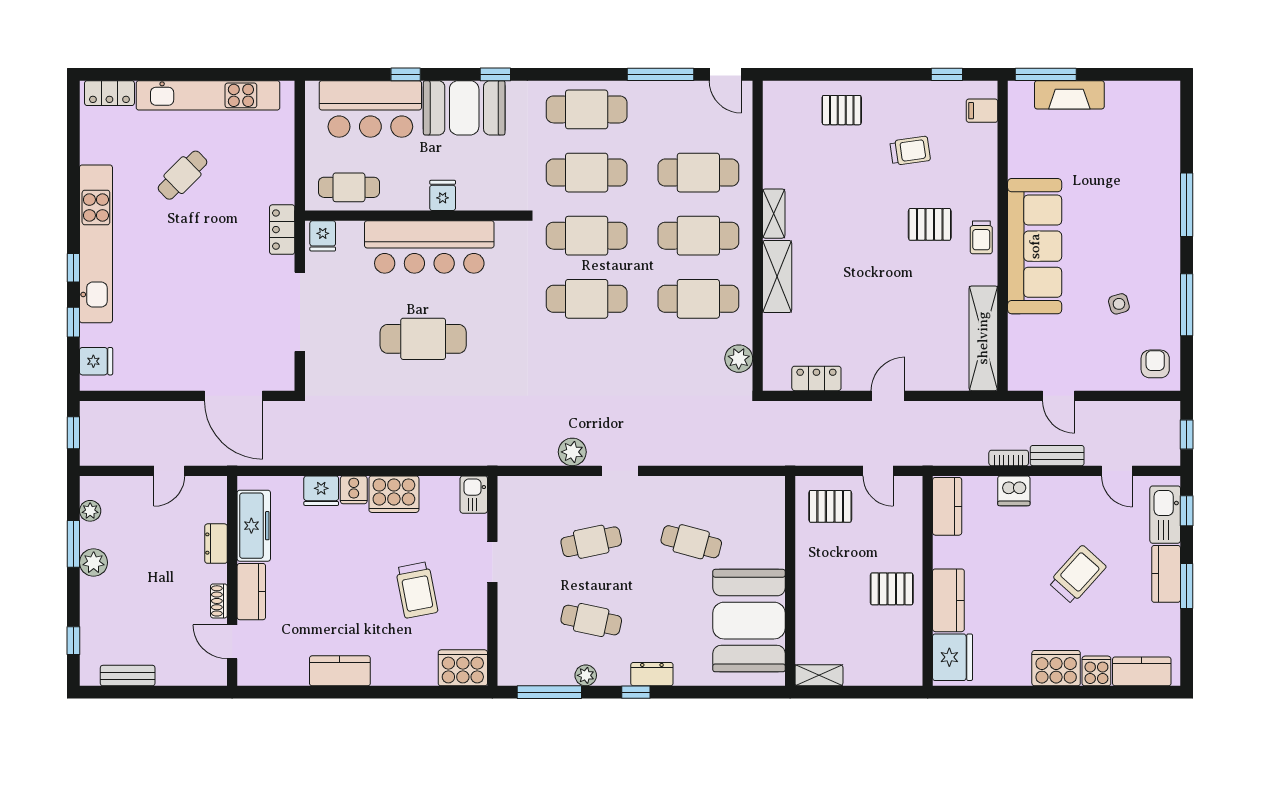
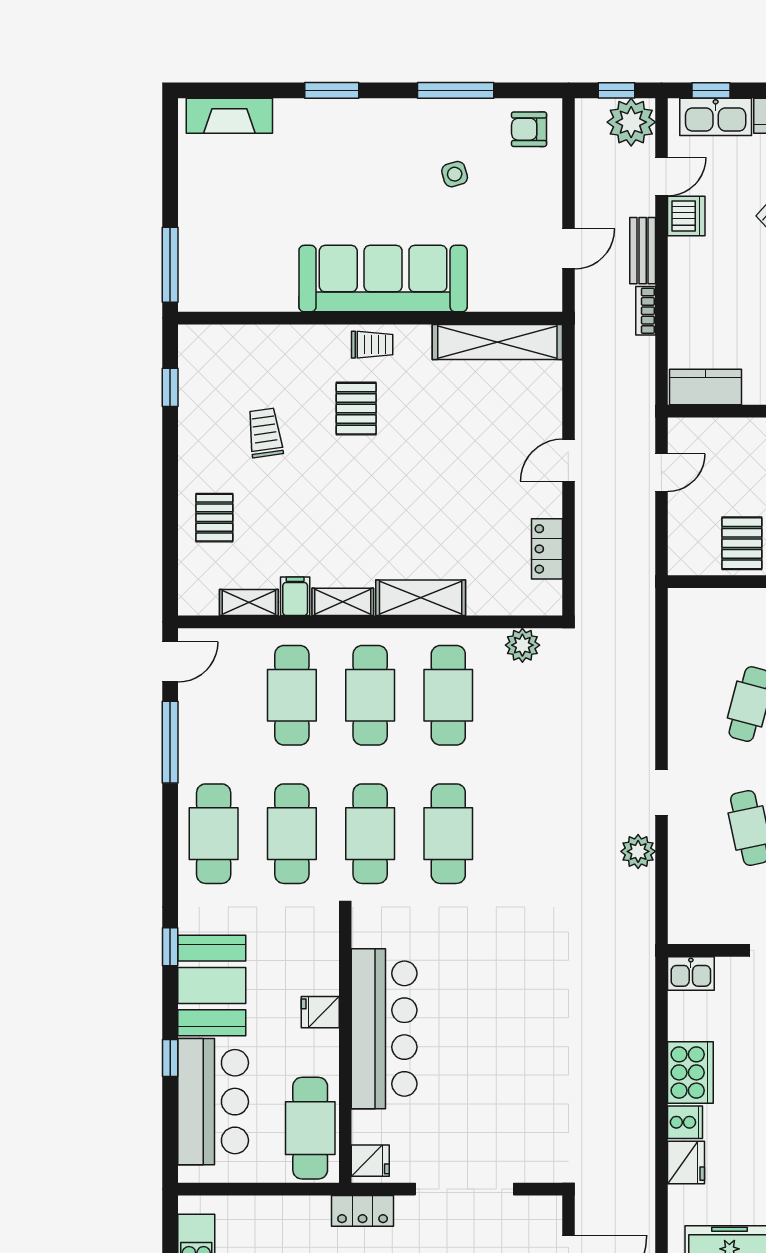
fireplace: (1069, 95) -> (229, 116), moved, turned 90
filing cabinet: (982, 111) -> (295, 596), moved, turned 180
shelving: (773, 138) -> (249, 603), added
cafe table: (349, 187) -> (310, 1128), width x1.37, depth x1.35
window: (1187, 205) -> (332, 90), width x0.69
cafe table: (423, 339) -> (498, 1036), removed
door: (888, 396) -> (568, 460), hinge flipped
plant: (1161, 446) -> (631, 122), added
dishwasher: (1014, 491) -> (686, 216), moved
pallet: (830, 506) -> (742, 543), moved

